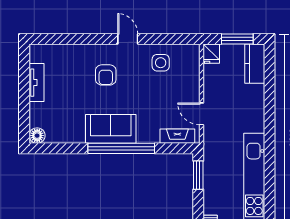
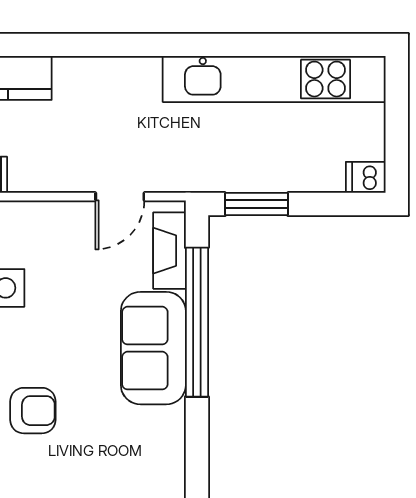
sofa: (111, 129) -> (153, 348), moved
window: (121, 148) -> (197, 322), moved

